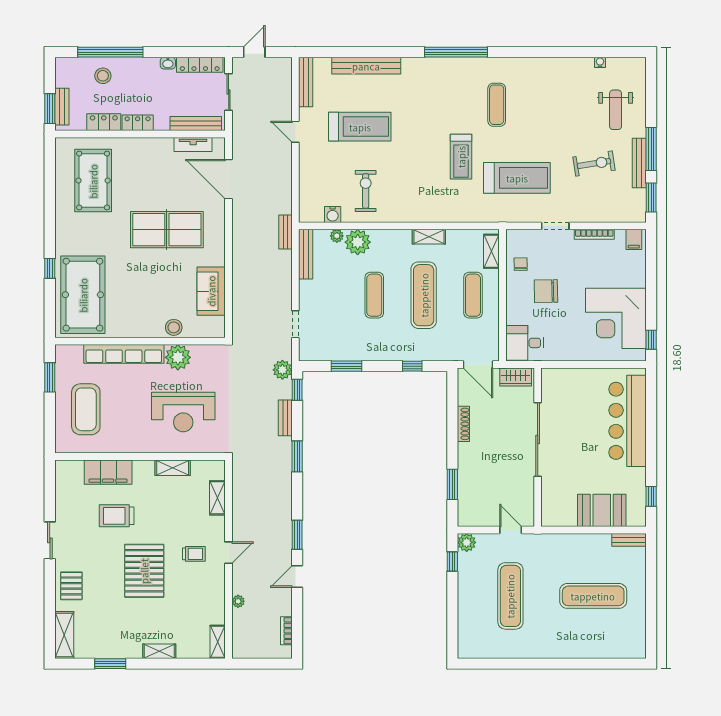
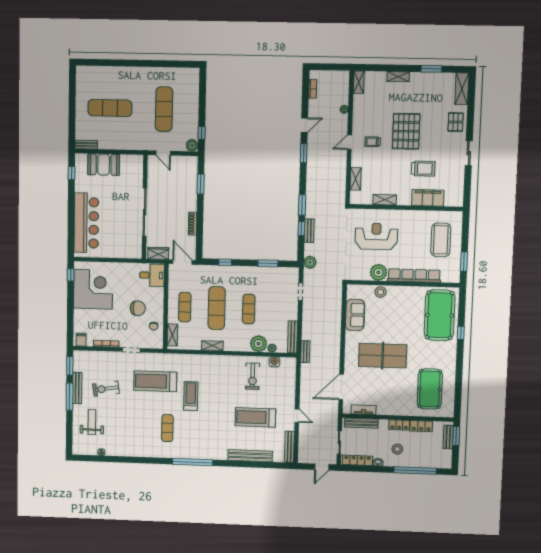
stool: (103, 76) -> (397, 449), moved
door: (229, 179) -> (341, 387), swing flipped
window: (297, 390) -> (301, 228), moved

